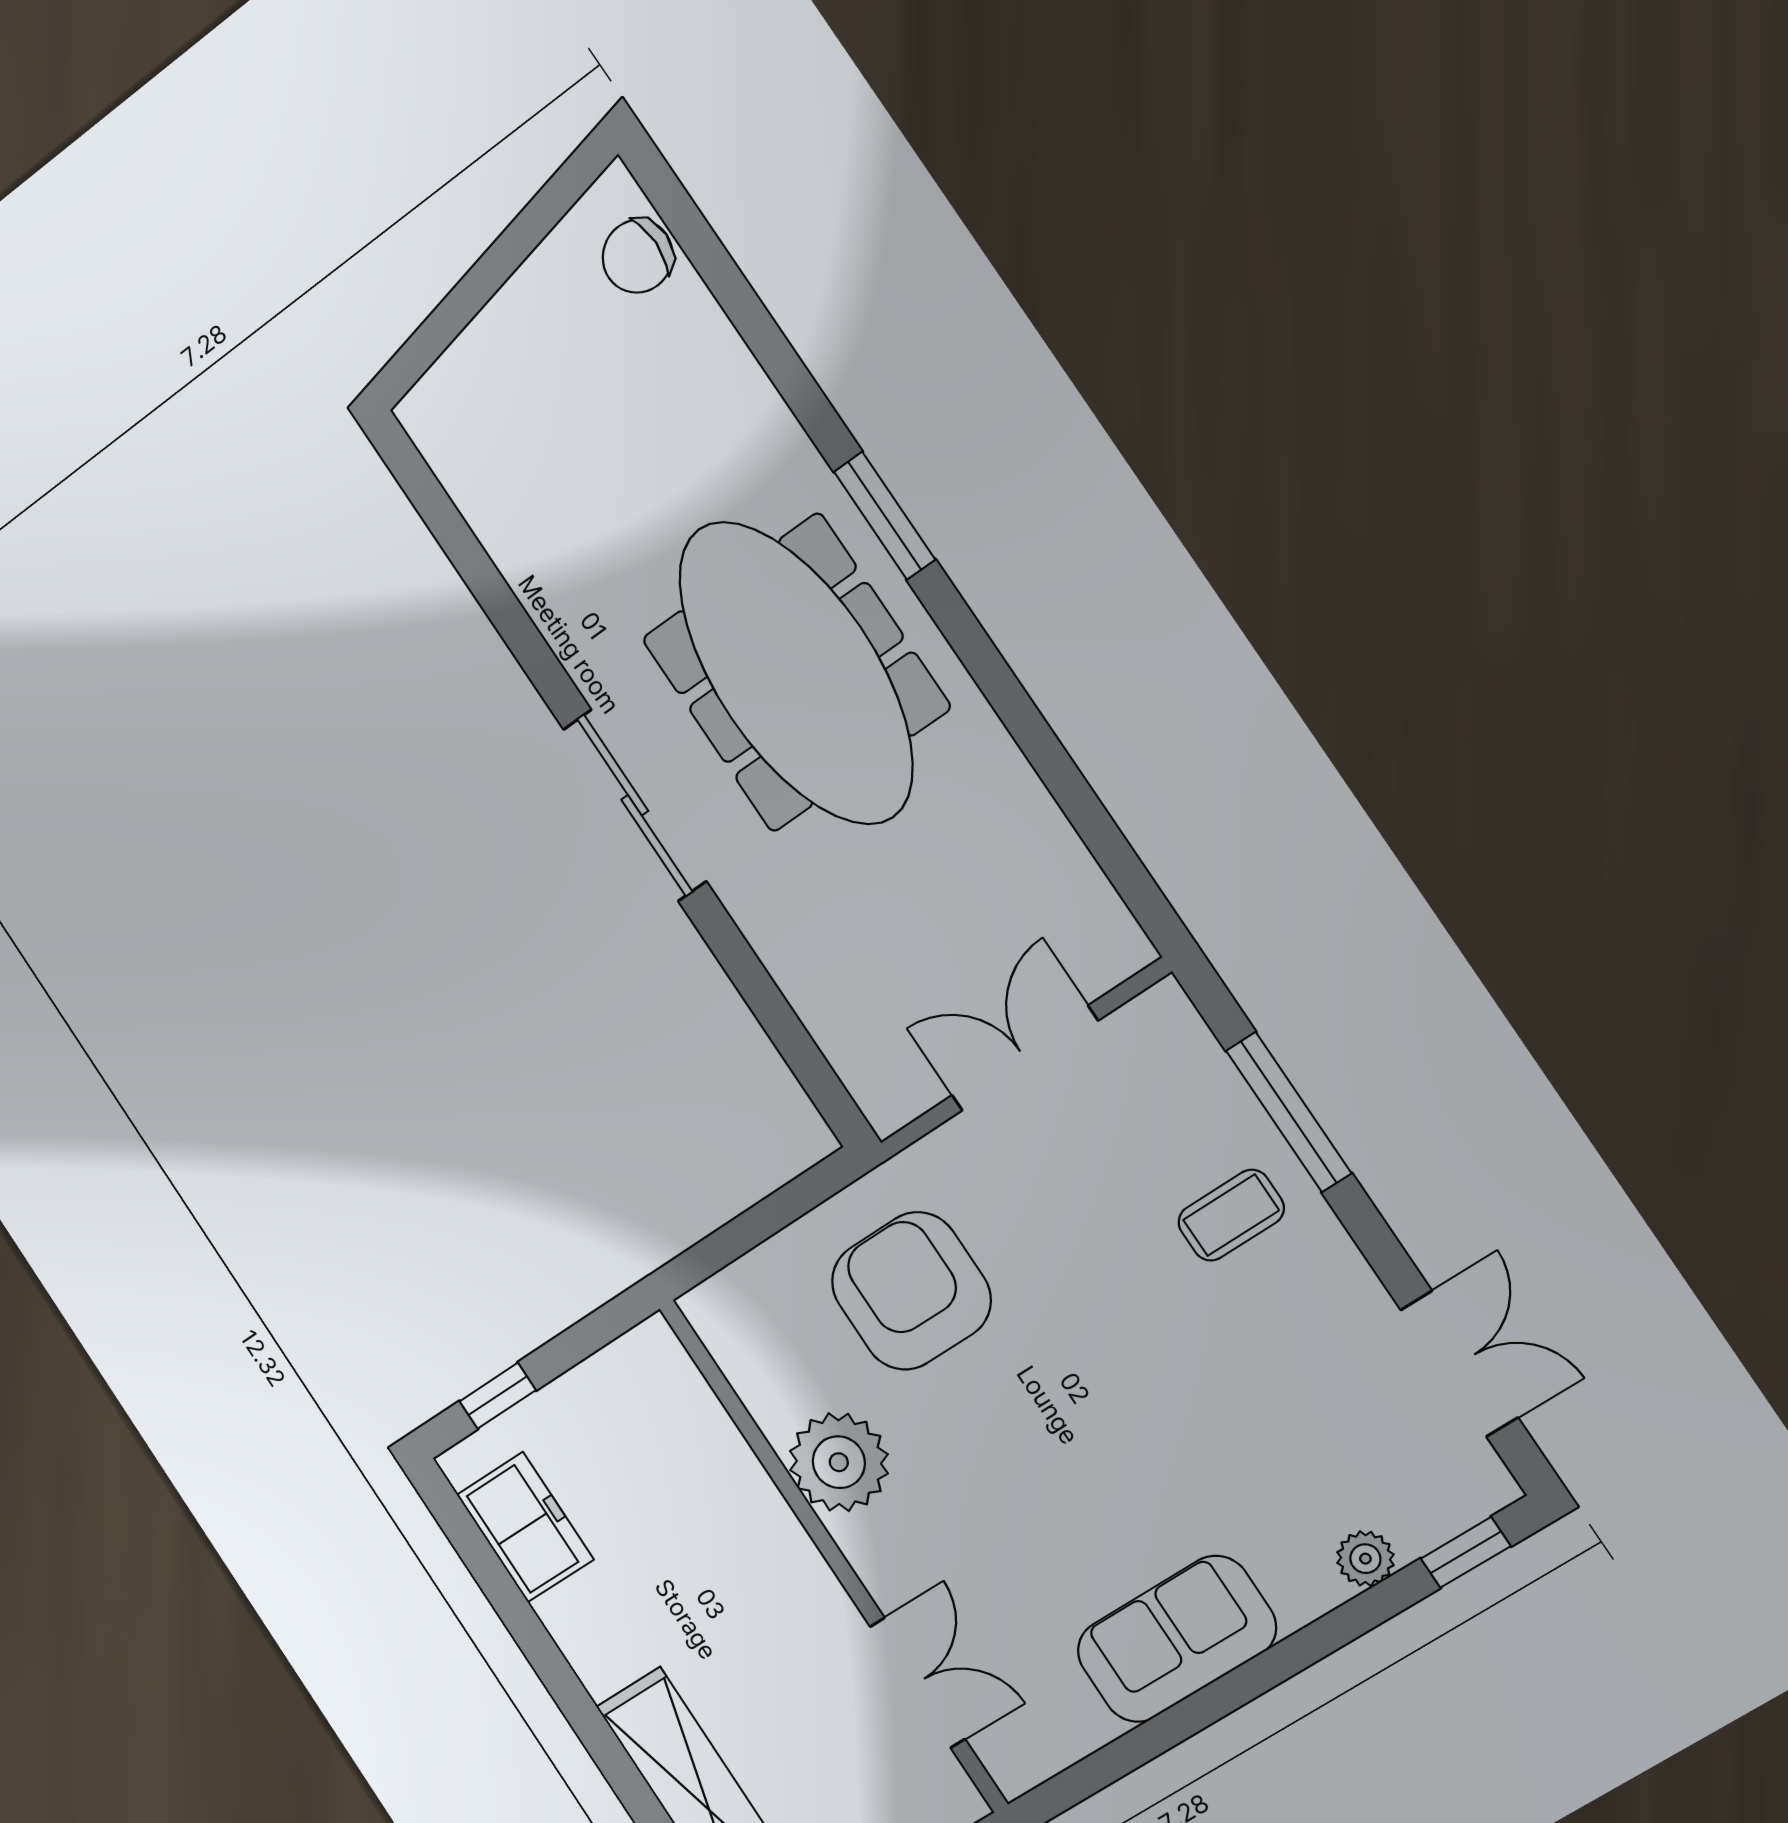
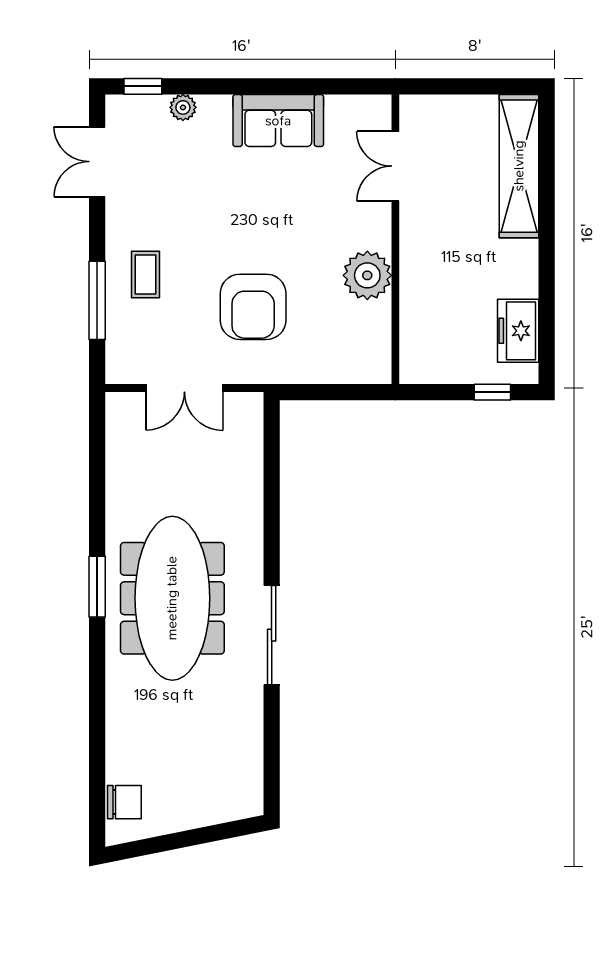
window: (885, 516) -> (97, 587), moved
sliding door: (635, 805) -> (272, 635), moved
coffee table: (1231, 1215) -> (145, 275), turned 90
armchair: (911, 1291) -> (253, 307), moved

